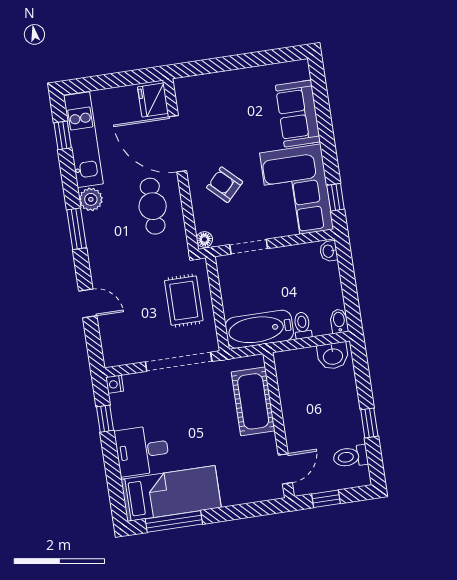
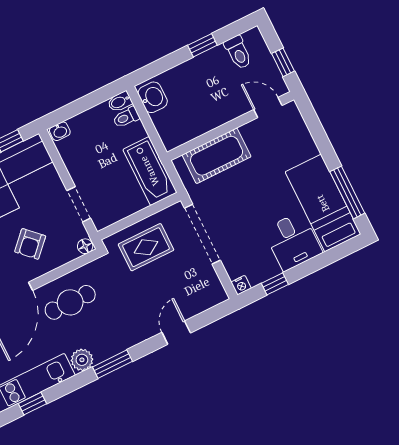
toilet: (302, 325) -> (126, 117), moved

